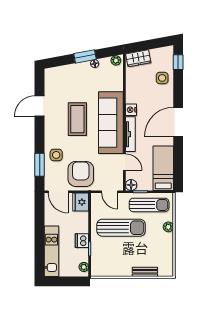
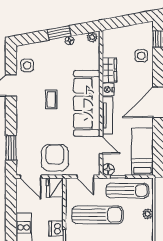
wardrobe: (138, 58) -> (109, 70), moved, turned -80
coffee table: (77, 119) -> (51, 99), width x0.54, depth x0.58
side table: (56, 155) -> (27, 65), moved

